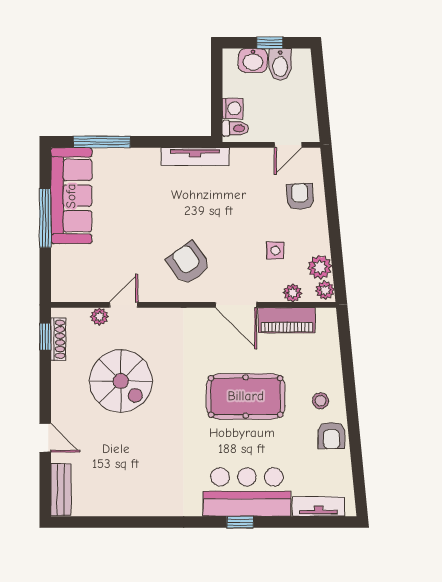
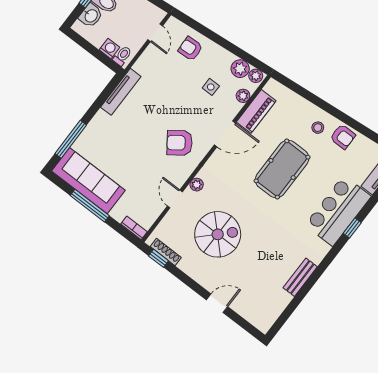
bookcase: (58, 284) -> (134, 228), added
plant: (99, 317) -> (197, 185), moved
bench: (61, 490) -> (300, 277), moved, turned 90

